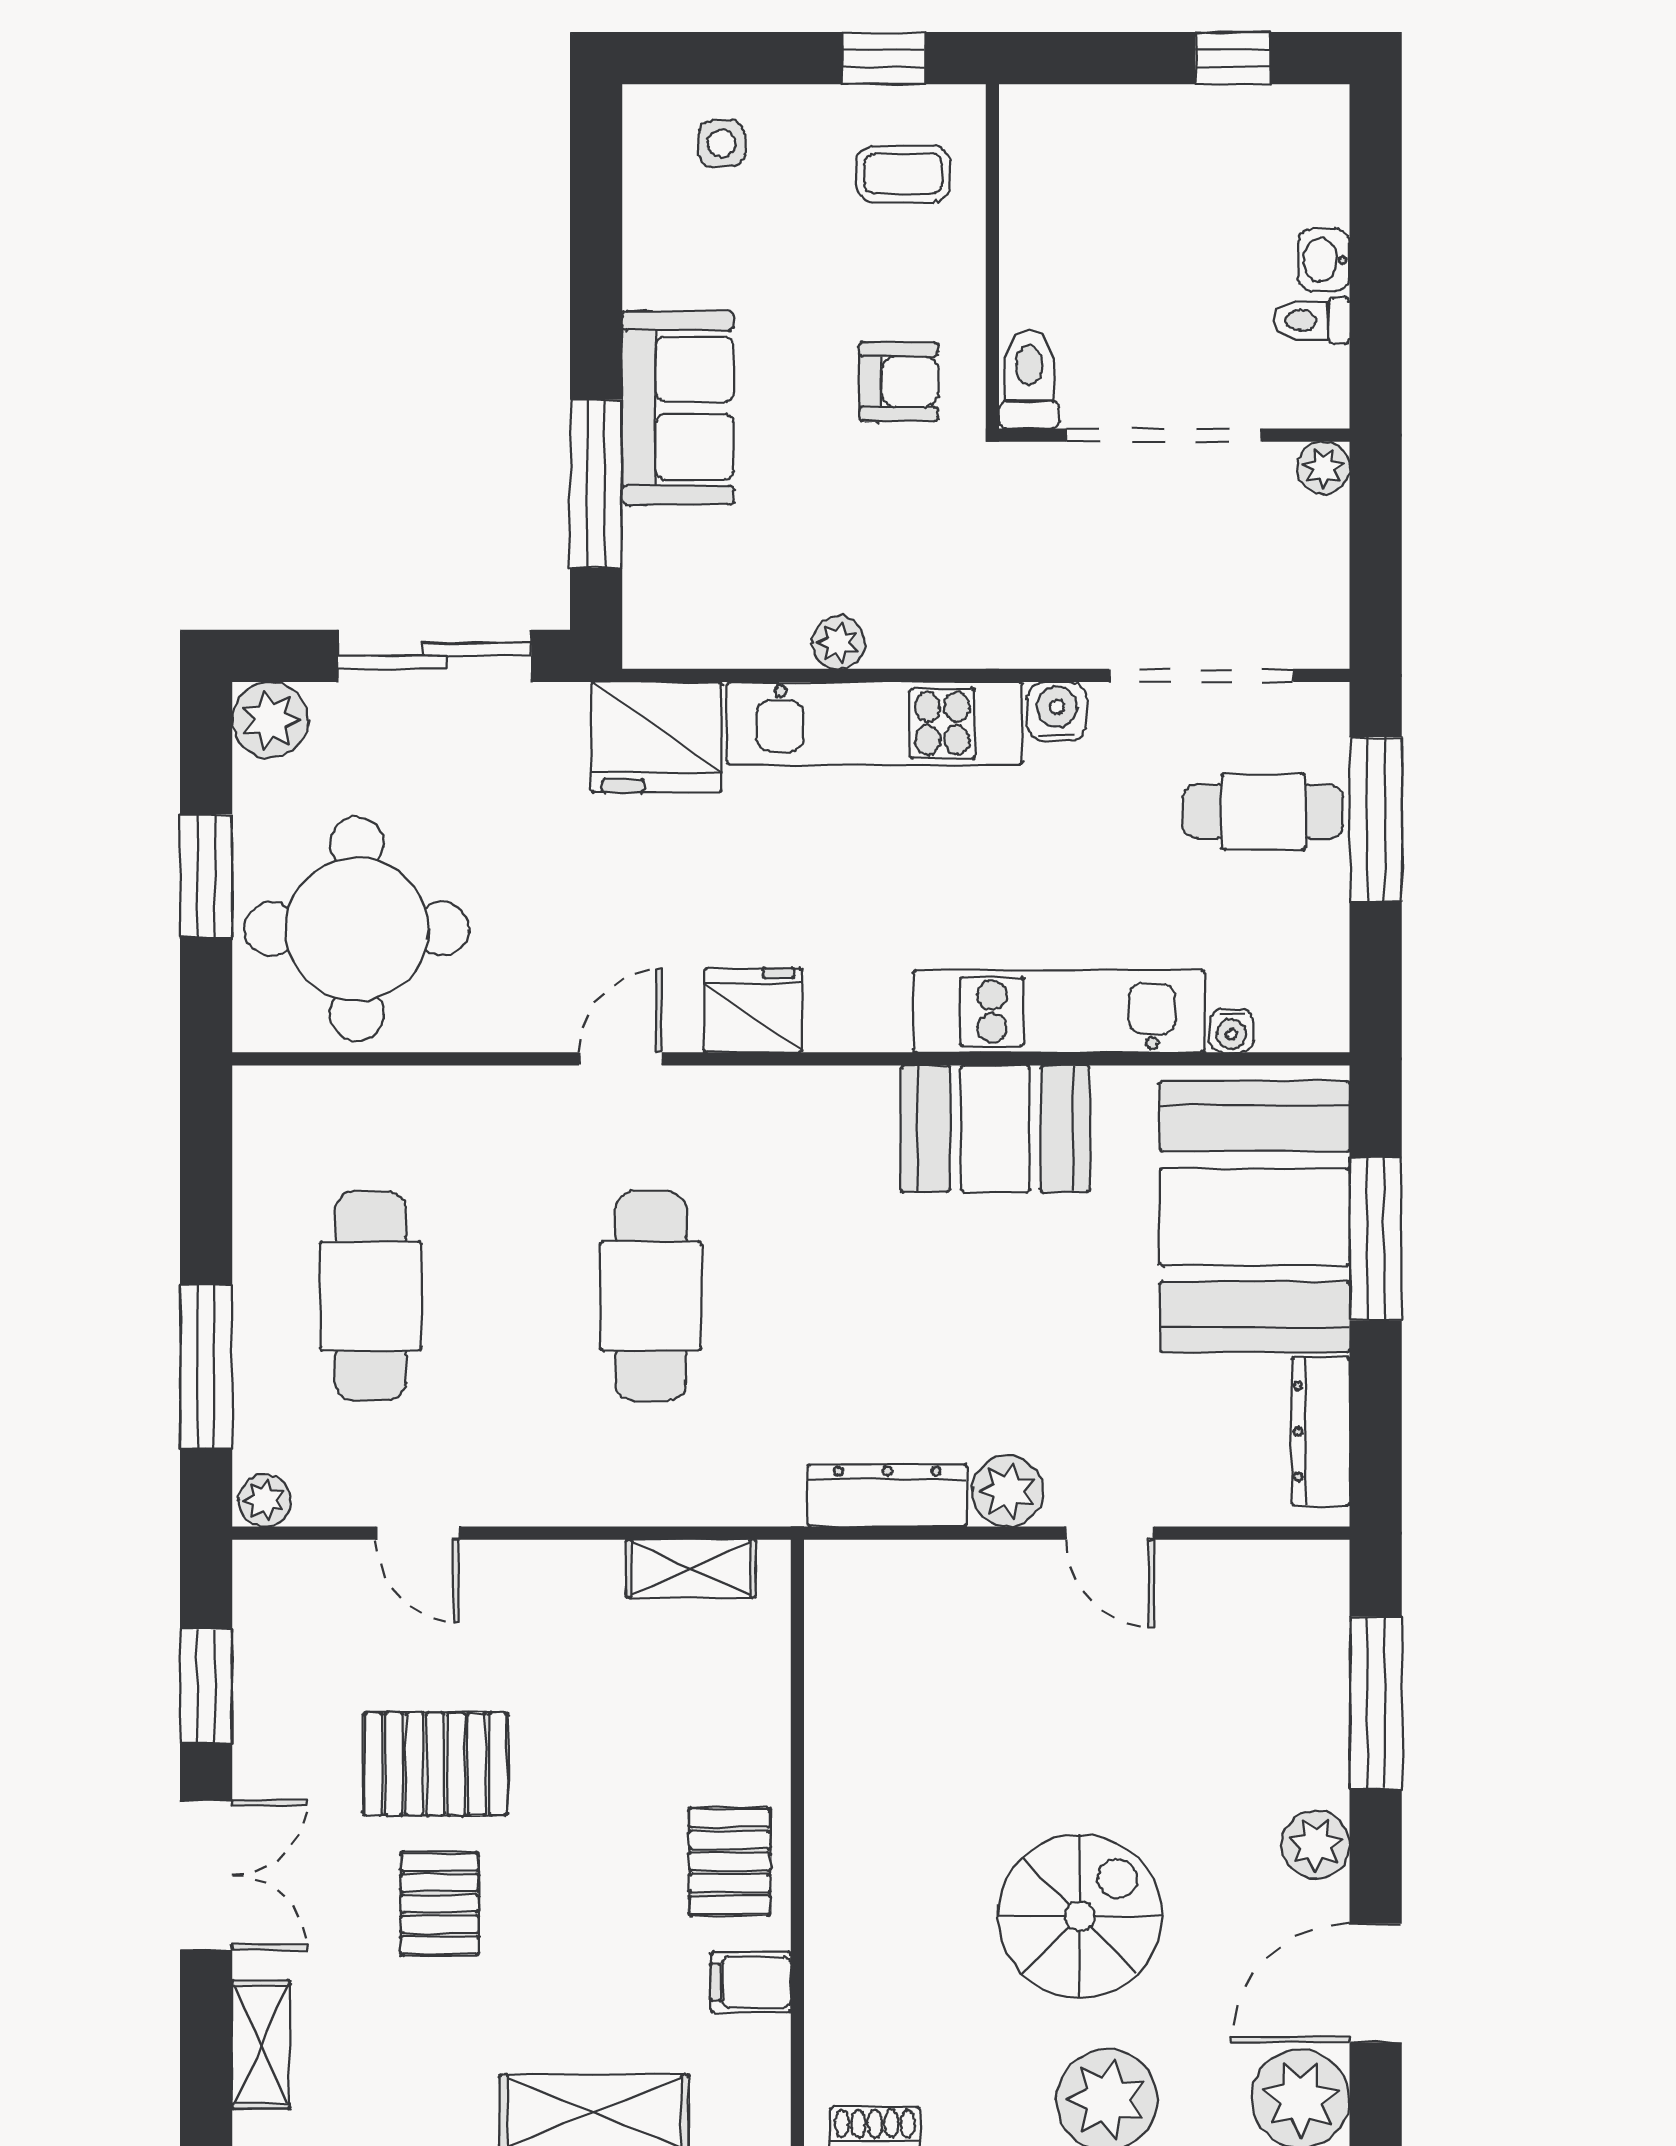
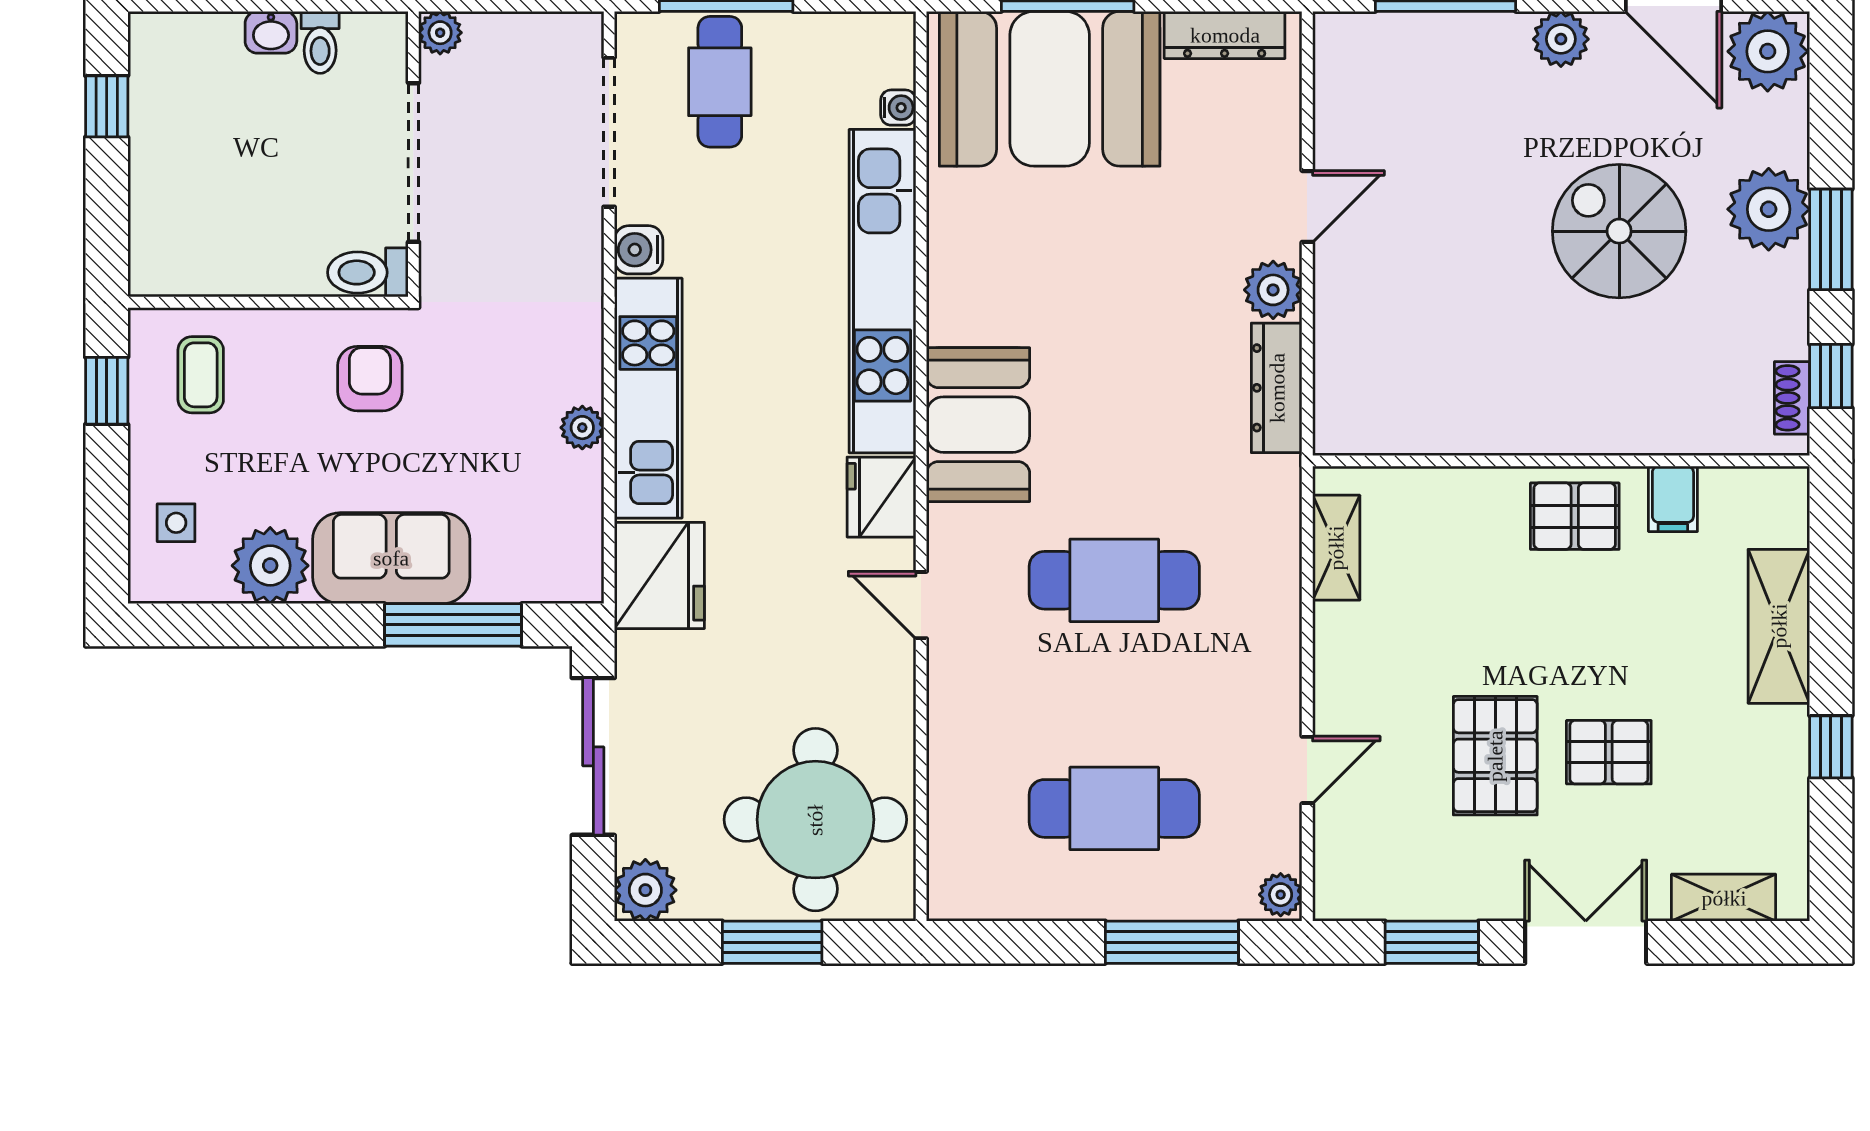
plant: (669, 259) -> (270, 566), added
kitchen unit: (1059, 1011) -> (882, 291), width x1.36
booth: (995, 1129) -> (978, 425), moved

